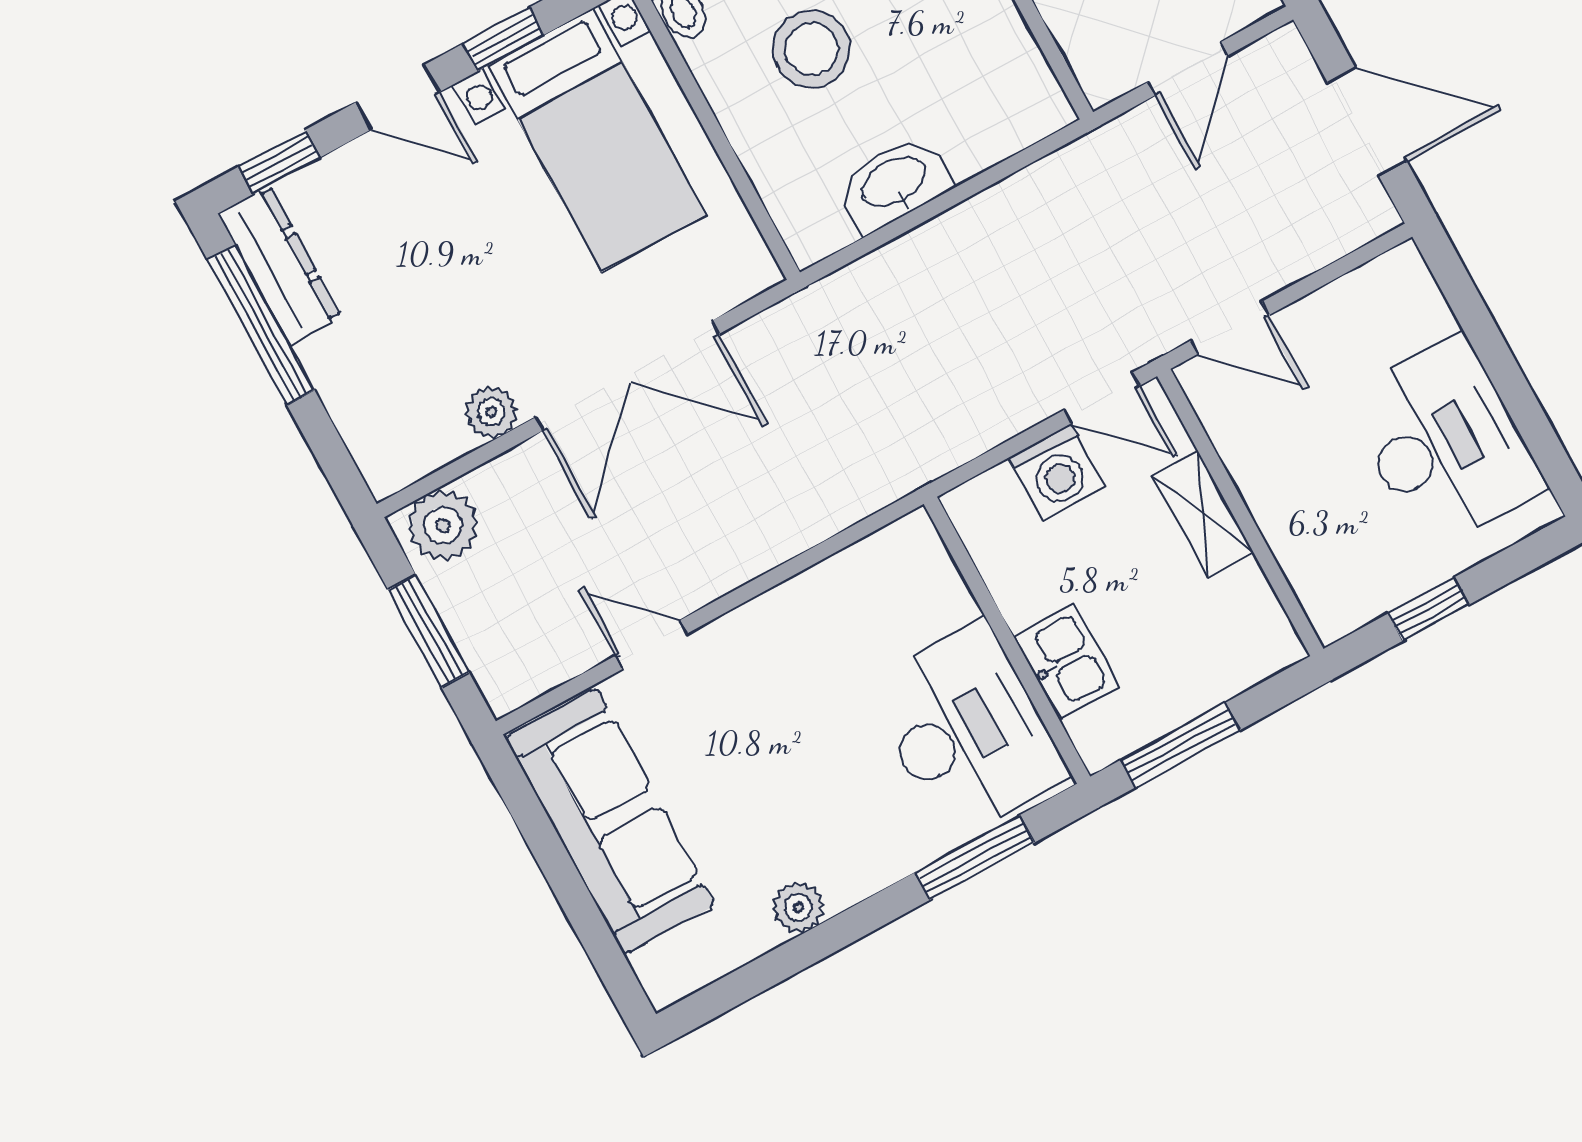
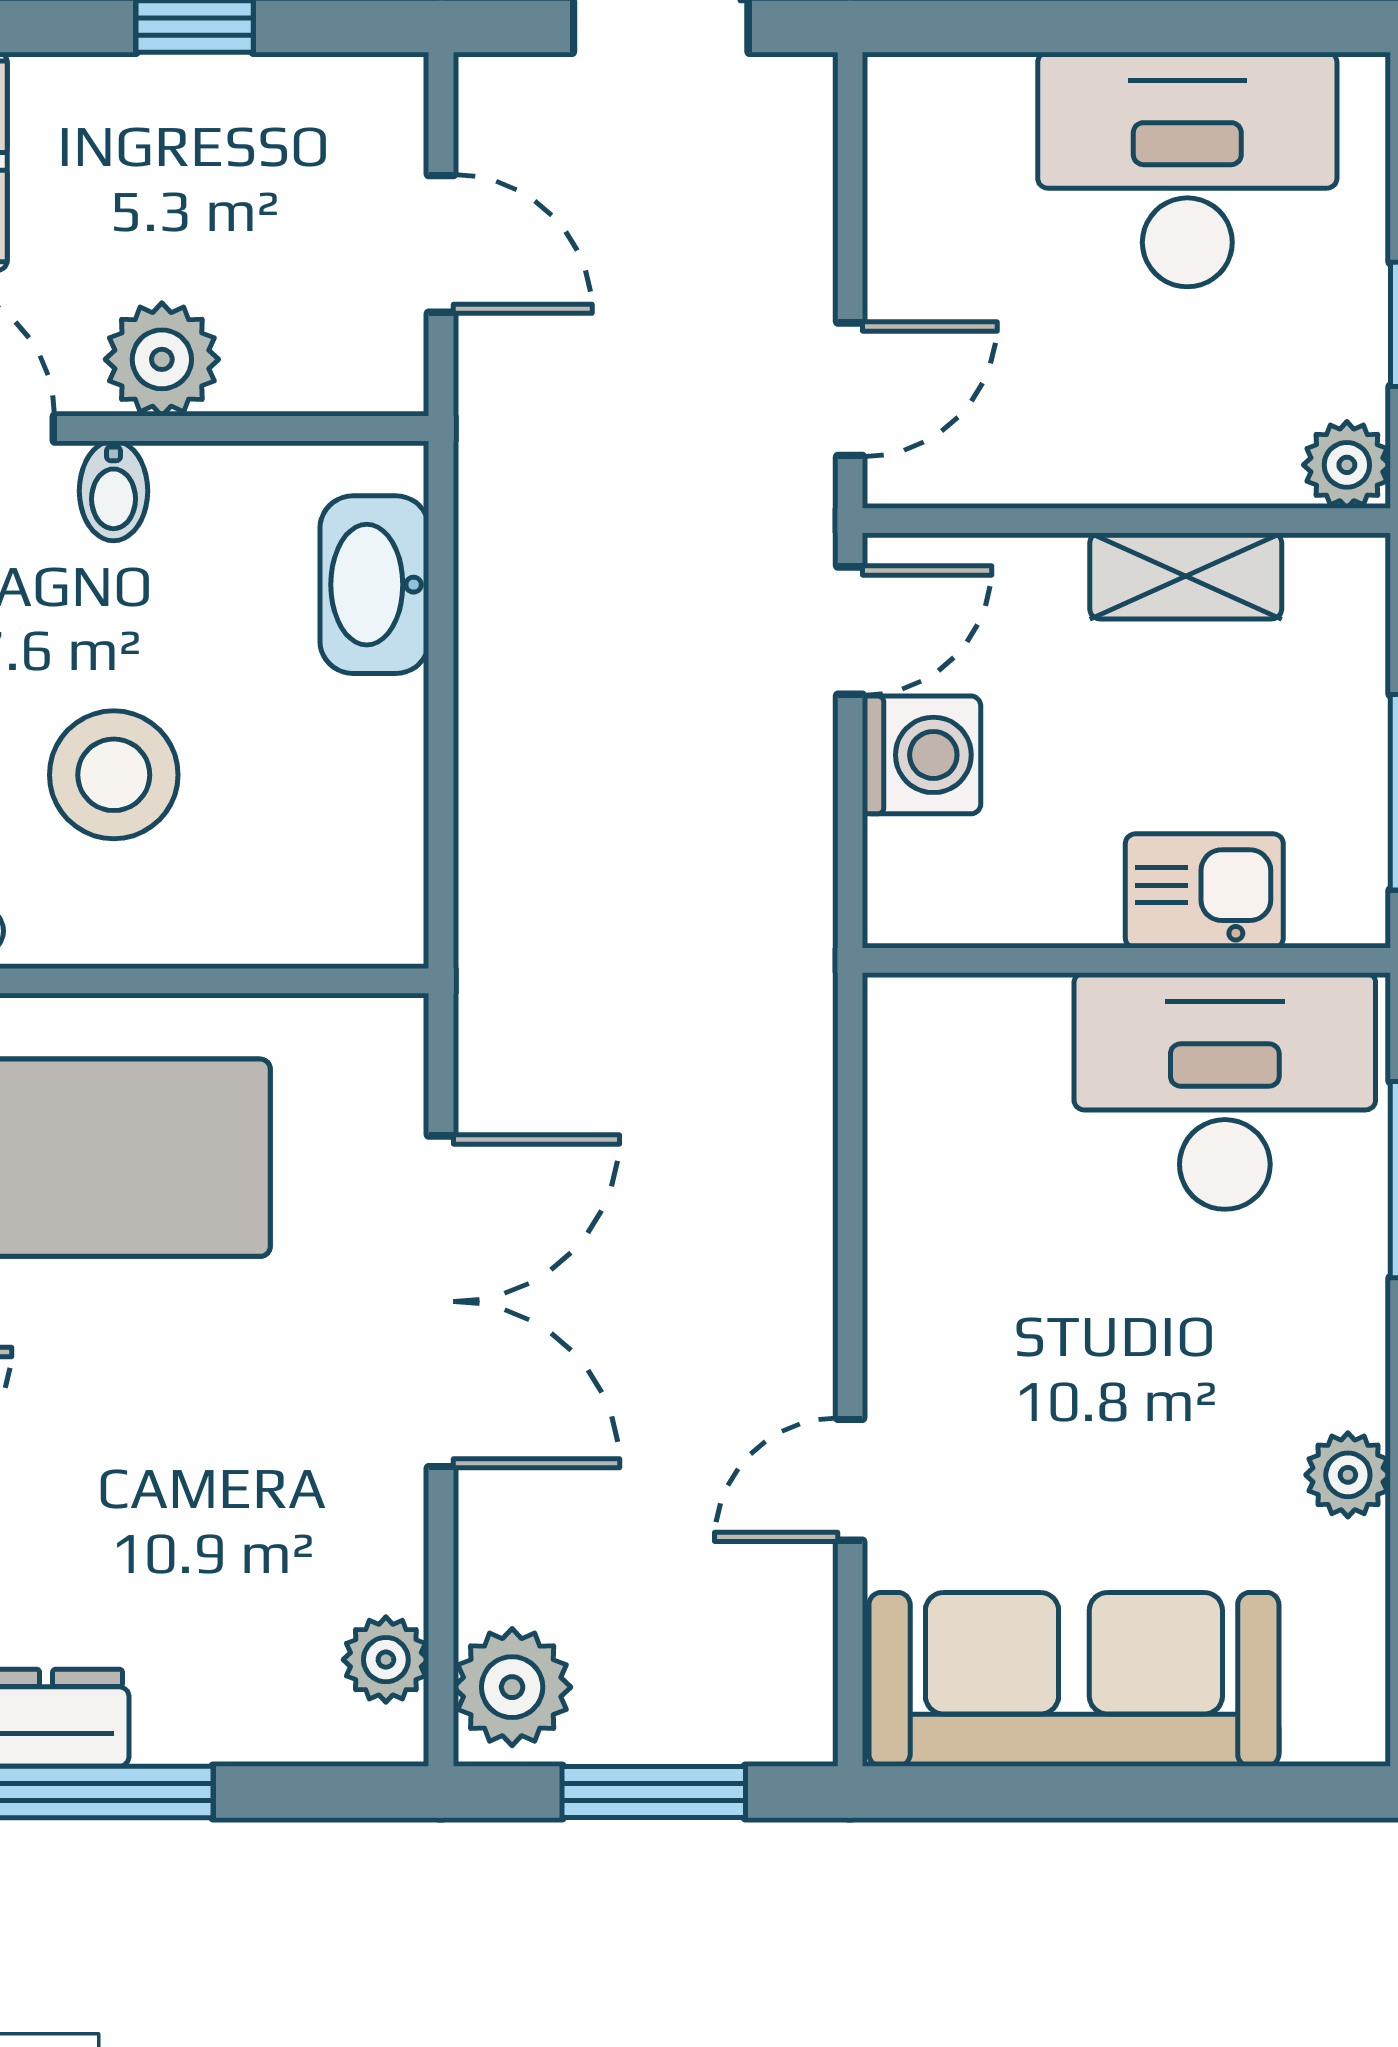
washbasin: (895, 183) -> (374, 585), moved
plant: (491, 412) -> (386, 1660), moved
shelving: (1203, 514) -> (1186, 576), moved
plant: (1334, 613) -> (1347, 465), added

